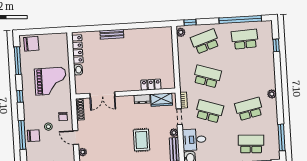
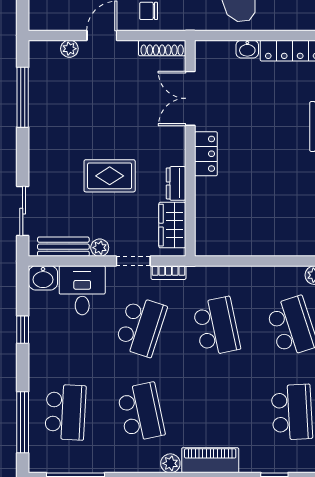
school desk: (207, 76) -> (216, 326), turned -30
piano: (269, 76) -> (210, 460), added
locker: (151, 85) -> (206, 154), moved
rug: (141, 140) -> (110, 176), moved

